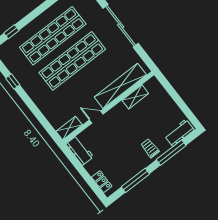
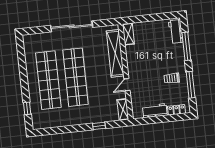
window: (13, 81) -> (99, 126), moved
shelving: (135, 97) -> (128, 34), moved
trolley: (150, 148) -> (172, 78), moved
workbench: (80, 150) -> (155, 111), moved

